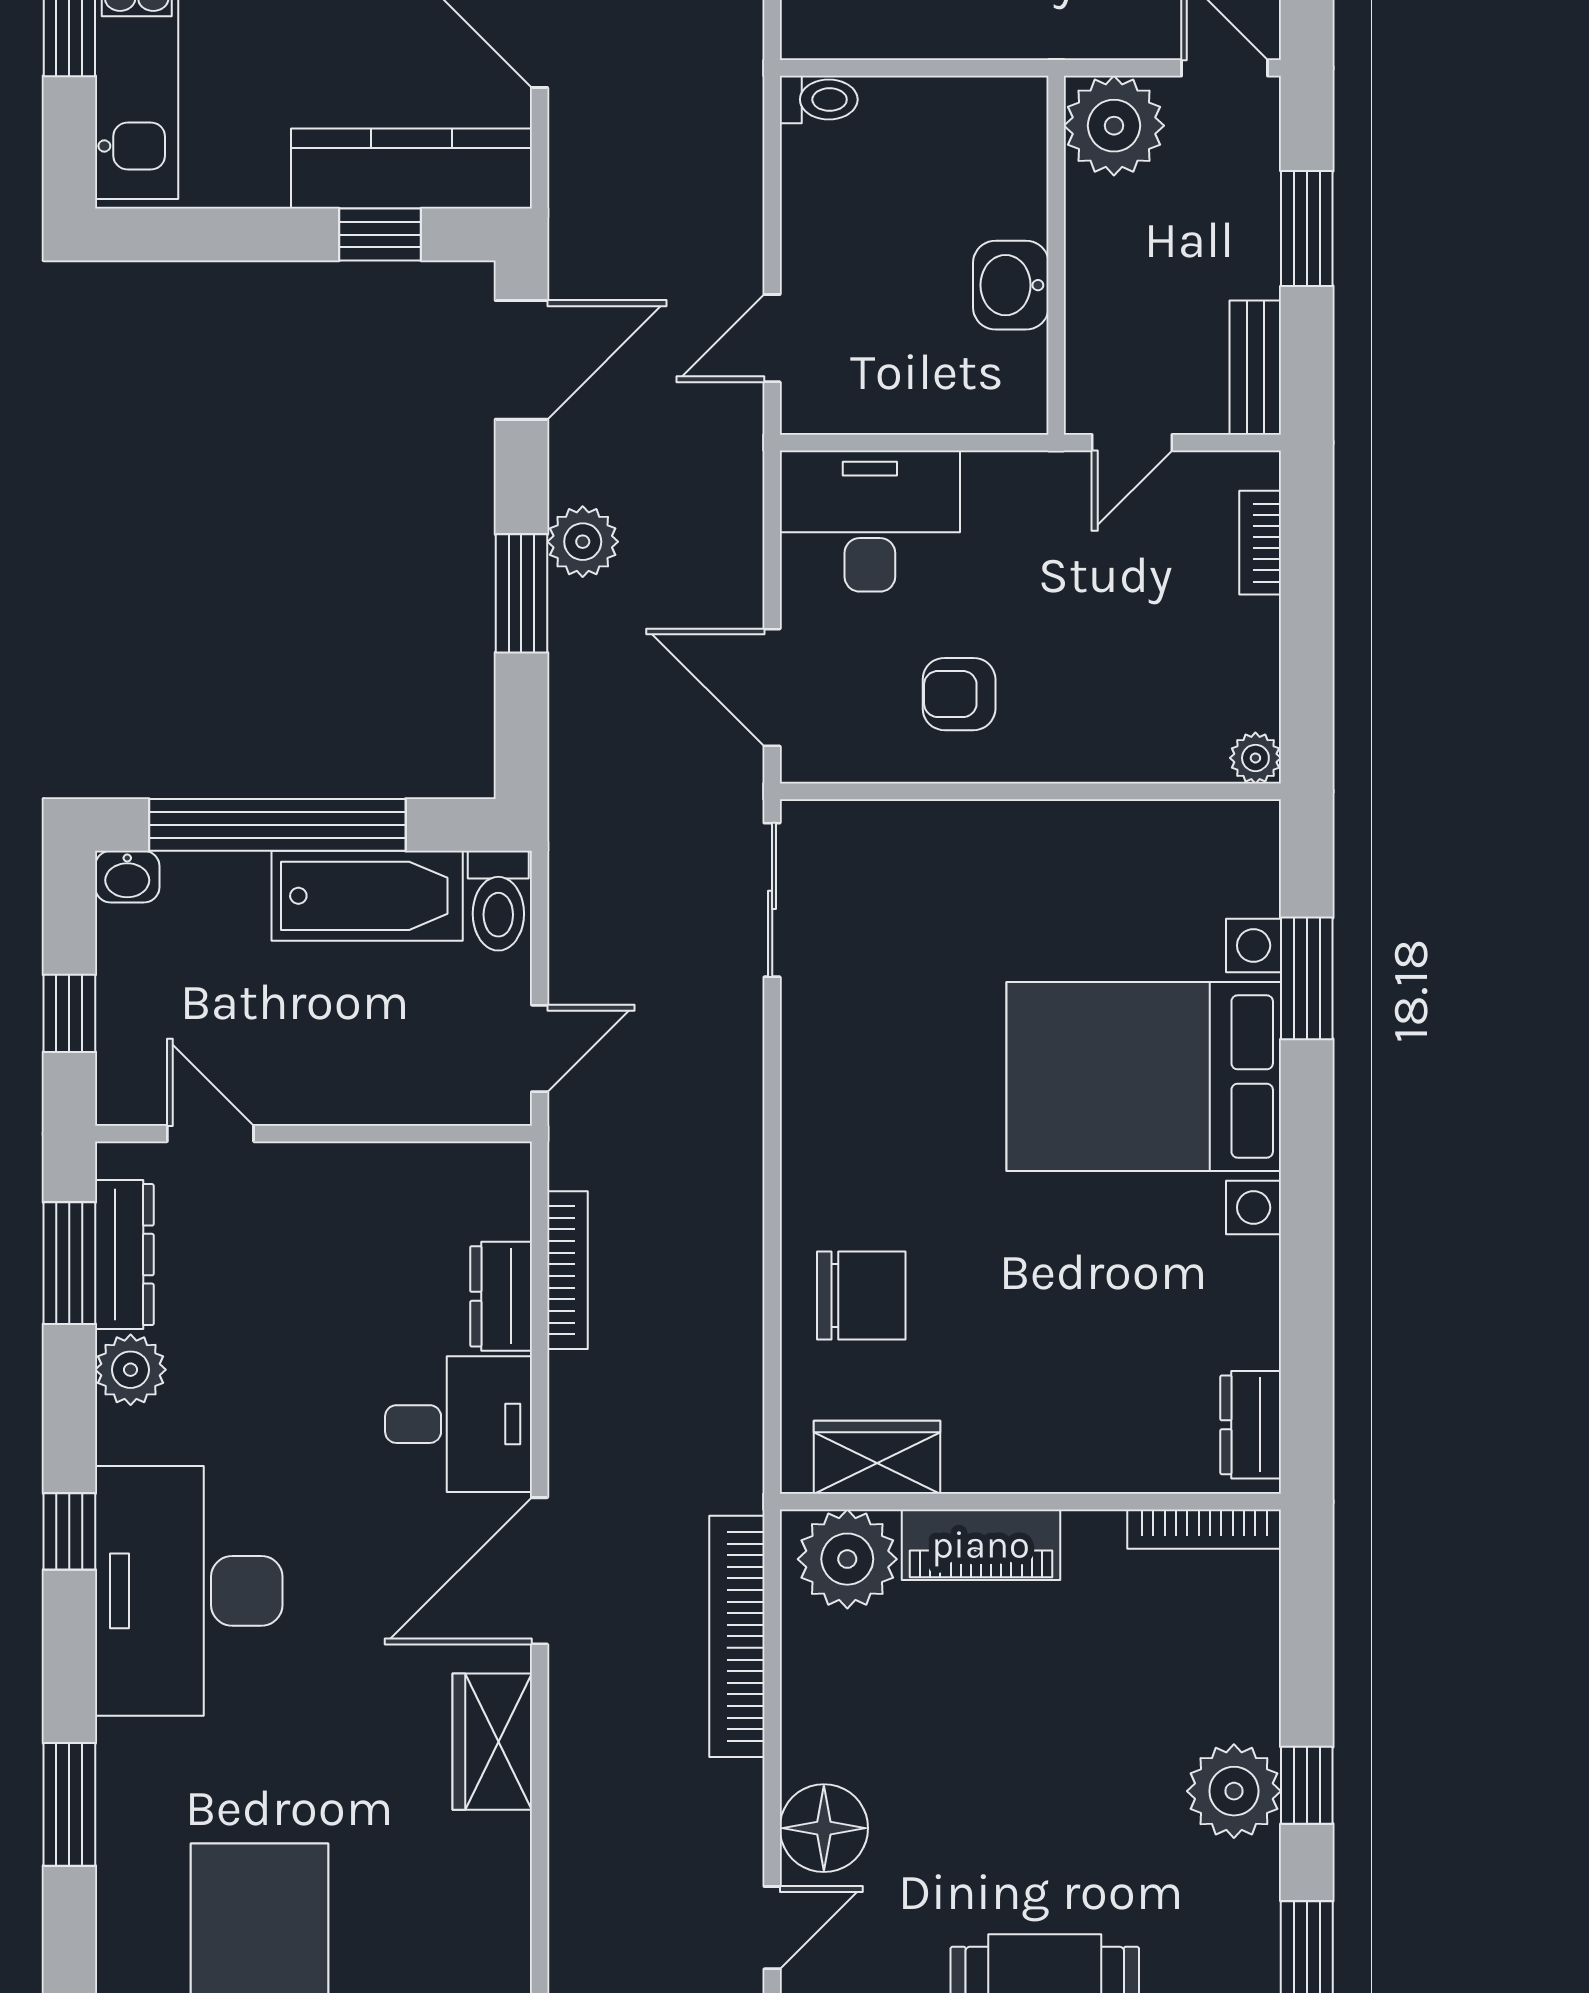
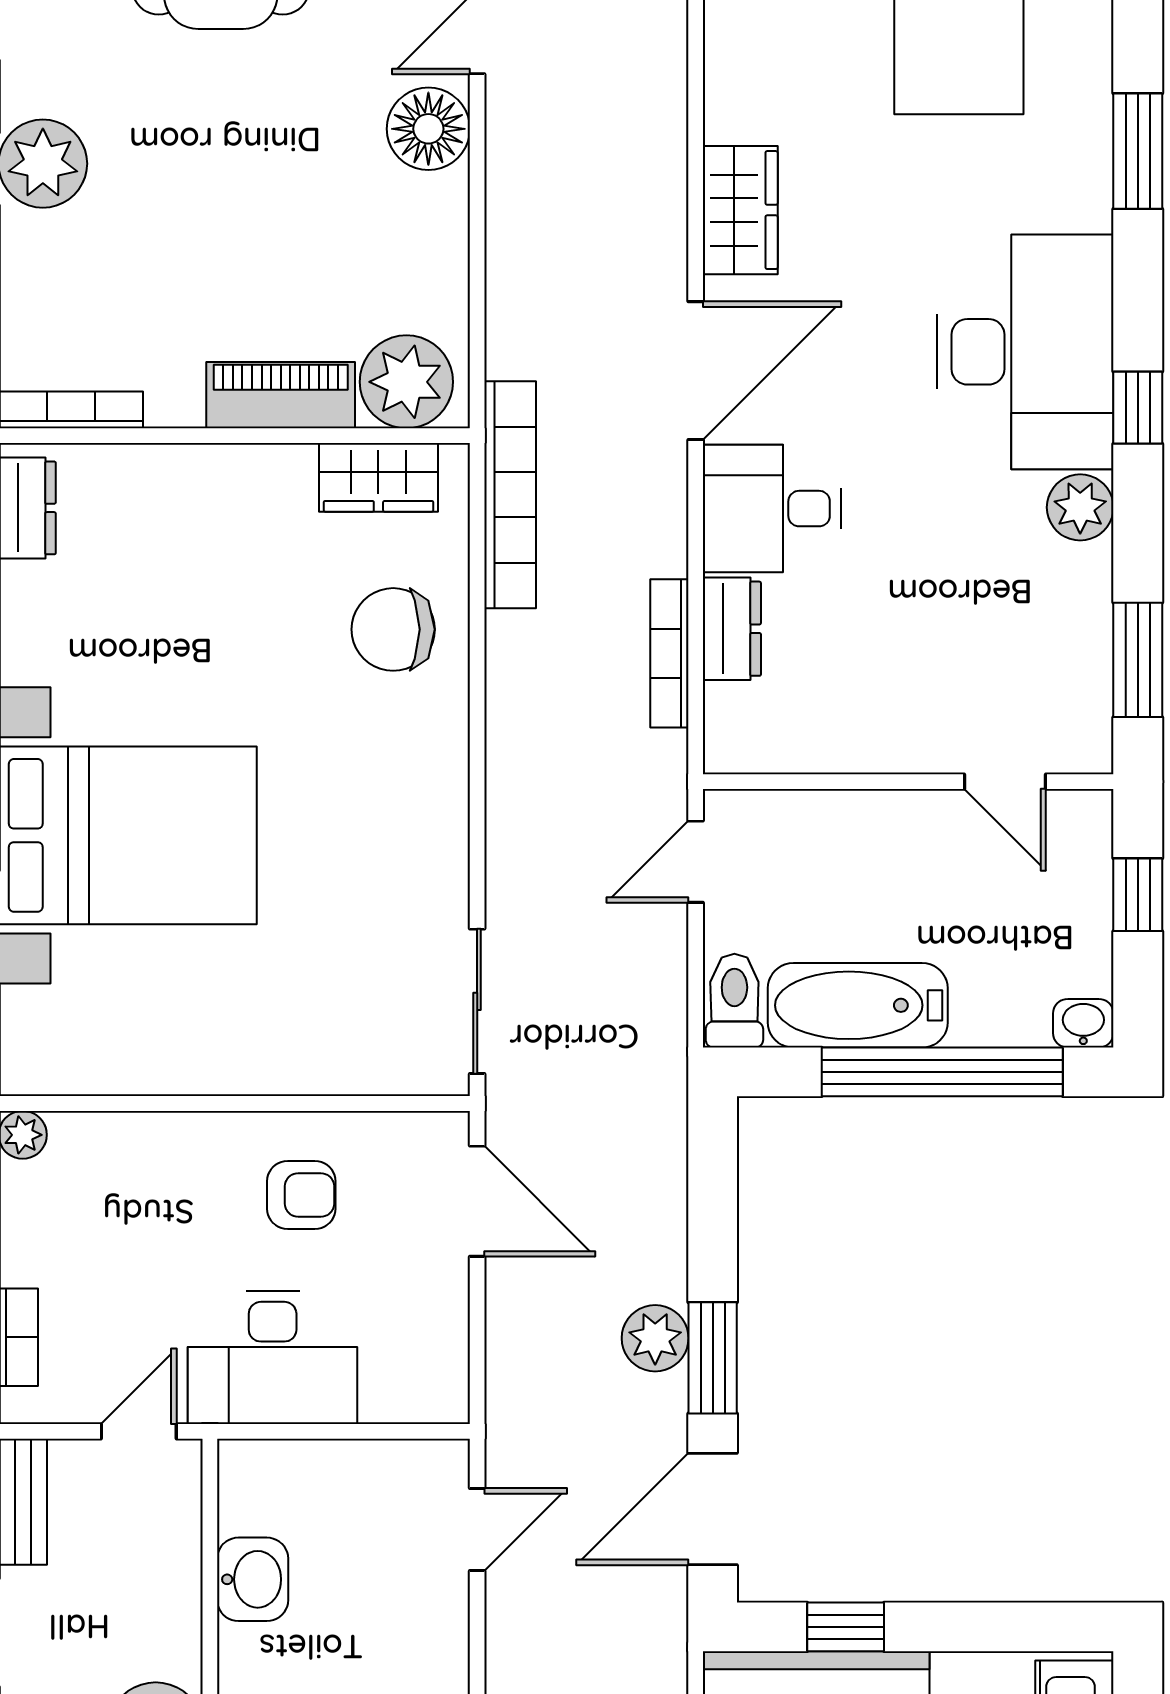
desk: (870, 521) -> (273, 1358), moved
window: (521, 593) -> (713, 1358), moved
dresser: (124, 1255) -> (1086, 668), removed
plant: (131, 1370) -> (1080, 507), moved
bookcase: (737, 1636) -> (510, 495), moved

